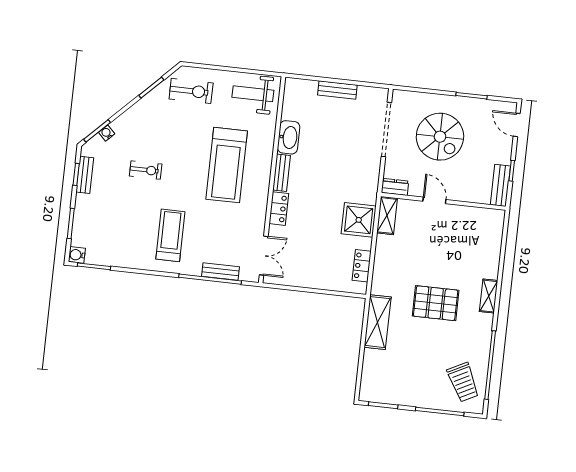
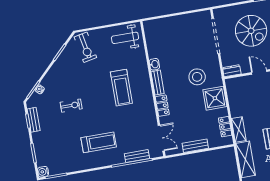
bench: (337, 90) -> (195, 146), moved
exercise bike: (191, 91) -> (85, 47), turned 79
washbasin: (289, 137) -> (154, 64), width x0.52, depth x0.69
treadmill: (227, 165) -> (121, 88), width x0.73, depth x0.73
stool: (342, 181) -> (197, 77), added
shelving: (387, 216) -> (239, 130), moved
treadmill: (170, 235) -> (99, 142), turned 90

